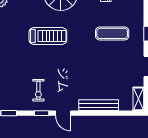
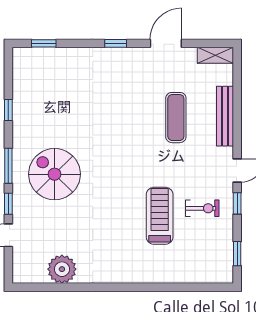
exercise mat: (112, 33) -> (176, 118), moved
treadmill: (48, 36) -> (160, 216), moved

